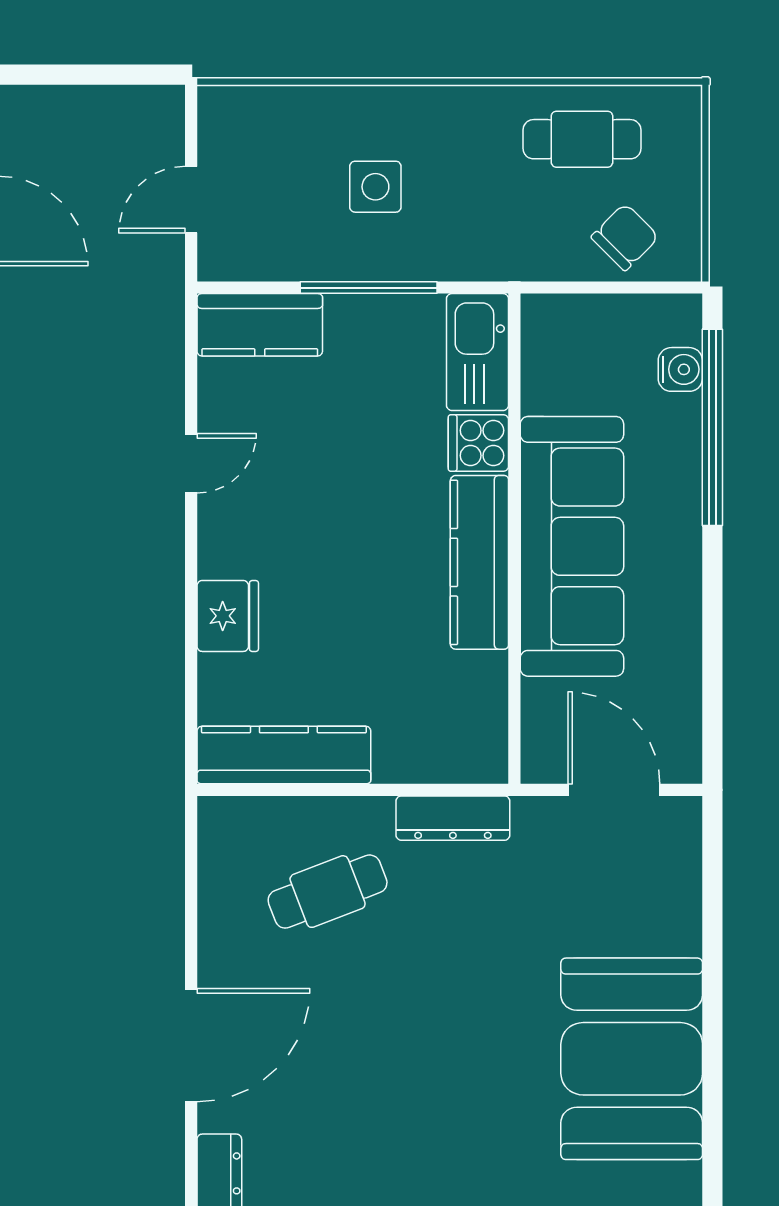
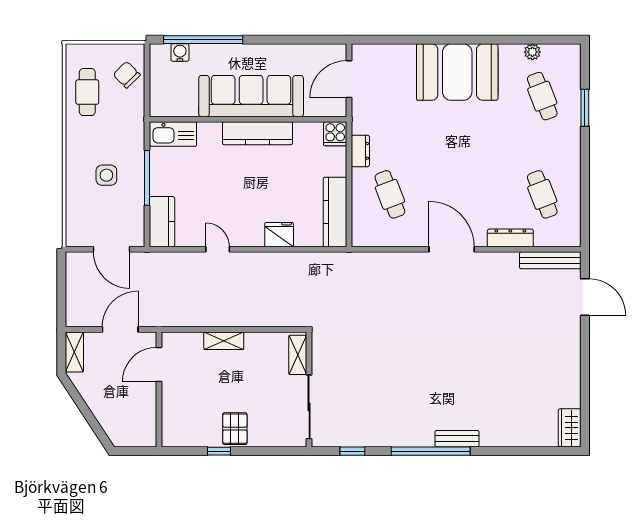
door: (191, 200) -> (112, 249), width x1.38
cooker: (478, 443) -> (335, 134), moved
dresser: (453, 818) -> (360, 151), width x0.70

